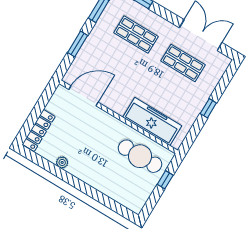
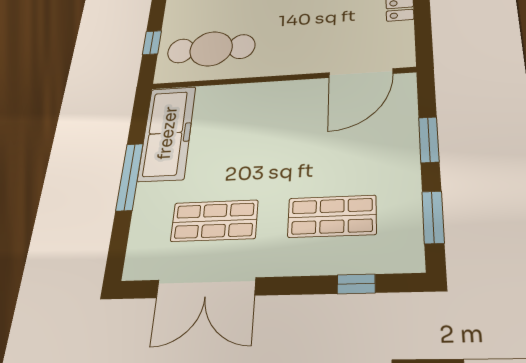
window: (208, 108) -> (130, 177), width x2.17
freezer: (152, 122) -> (167, 133), moved, turned -90

